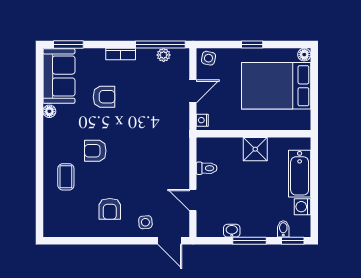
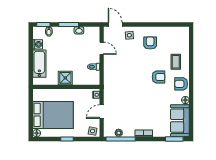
armchair: (104, 97) -> (181, 84), moved

